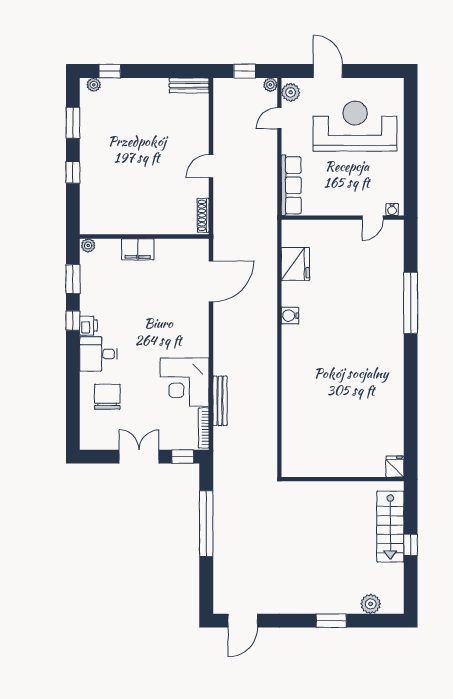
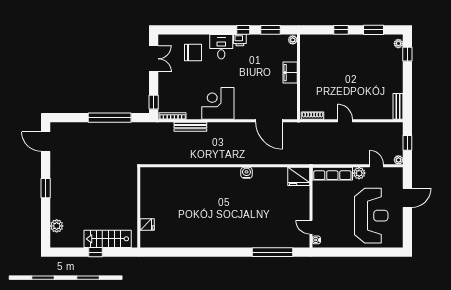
plant: (291, 92) -> (359, 173), moved
fridge: (295, 264) -> (299, 176), moved
window: (411, 303) -> (273, 252), moved
corner desk: (185, 382) -> (218, 103), moved
double door: (139, 457) -> (154, 59), moved
fridge: (395, 467) -> (147, 225), moved
window: (331, 621) -> (46, 188), moved

